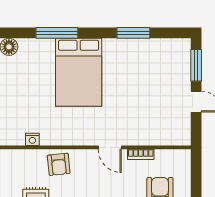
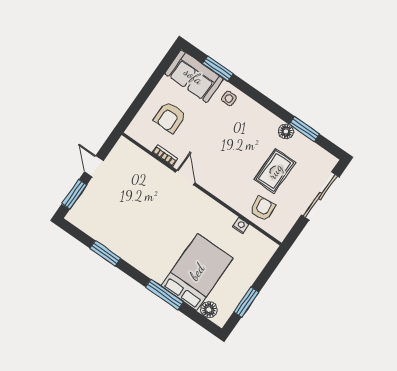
bed: (79, 72) -> (197, 272), moved
armchair: (59, 164) -> (263, 209), moved

